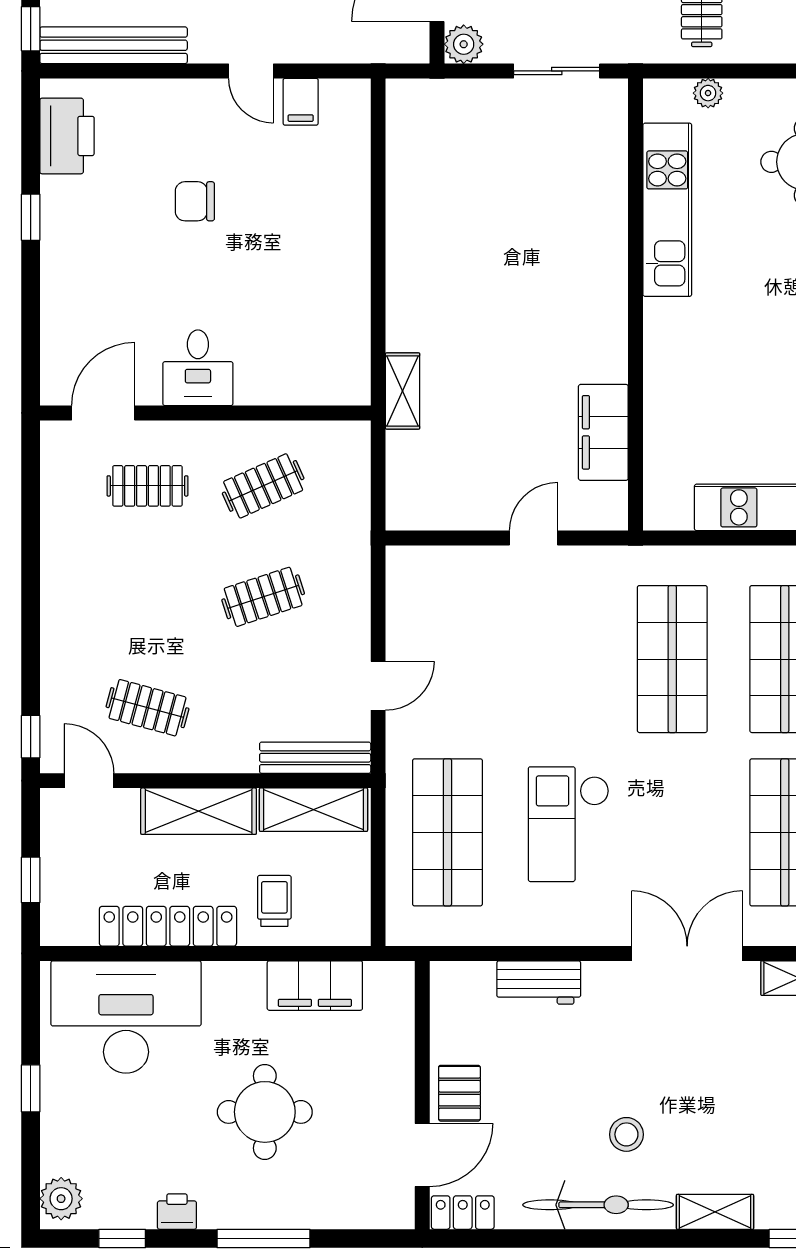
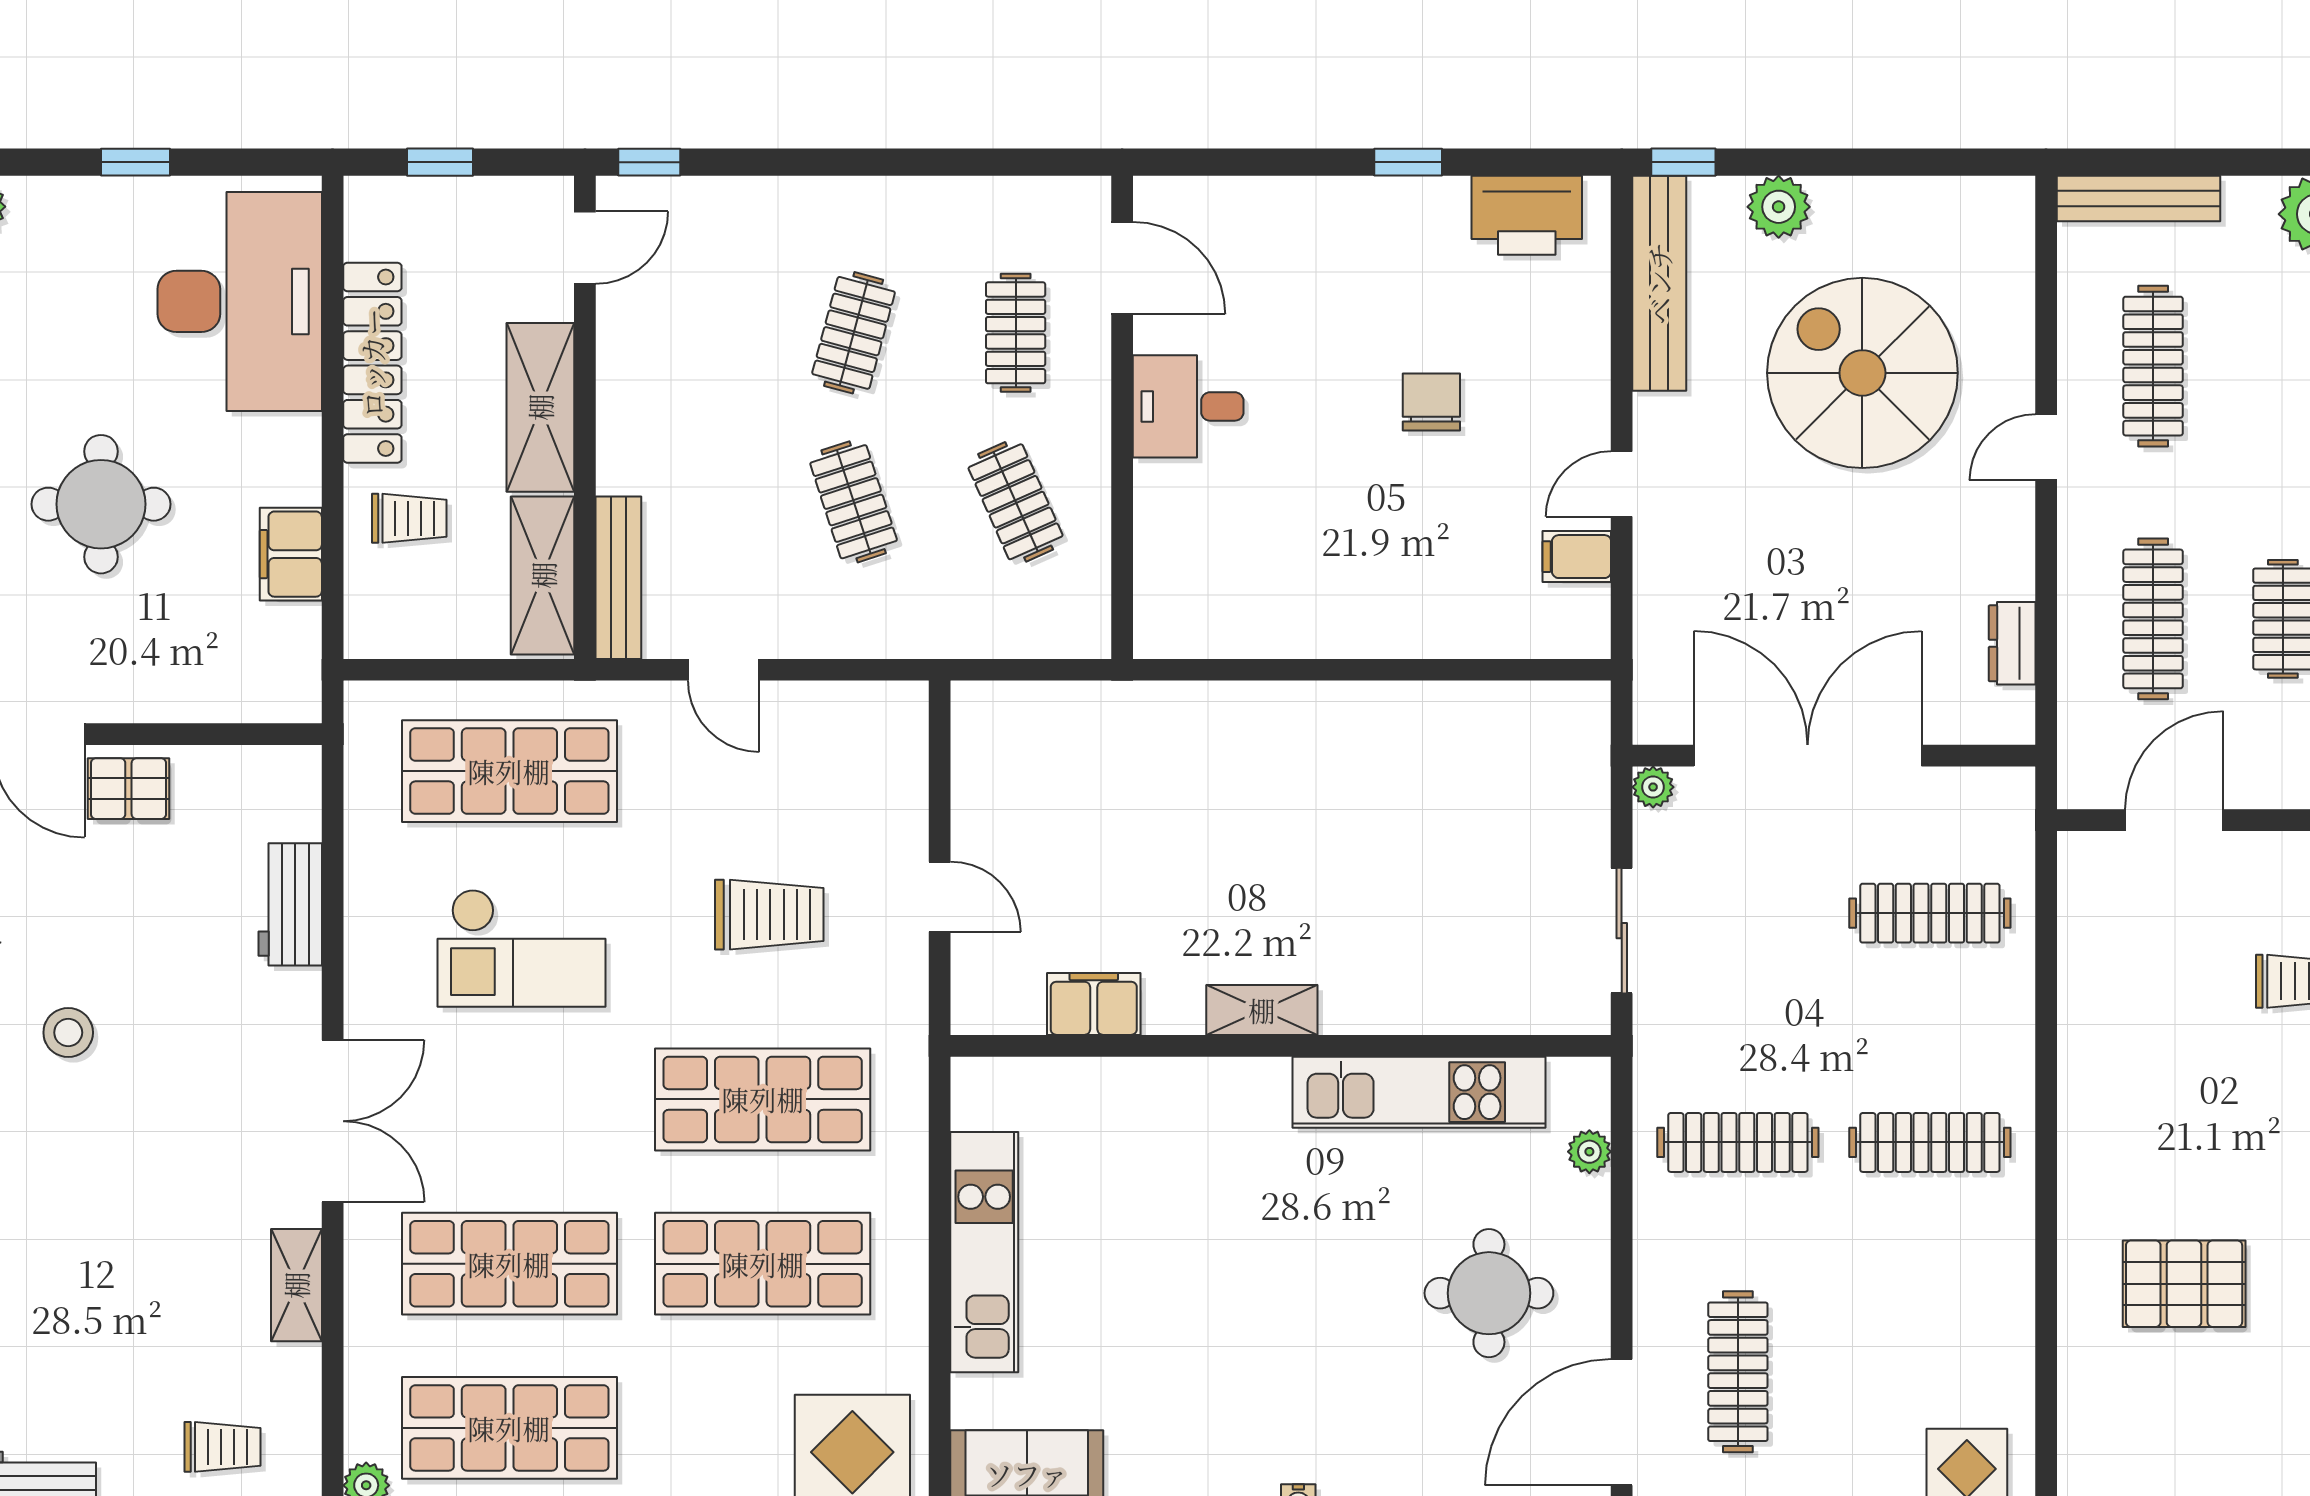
plant: (464, 44) -> (1653, 787), width x0.73, depth x0.73
shelving: (403, 391) -> (1262, 1010), moved
filing cabinet: (603, 432) -> (1094, 1004), width x0.67, depth x0.86
trolley: (546, 655) -> (769, 915), added
clothes rail: (147, 708) -> (854, 333), moved
checkout: (569, 824) -> (521, 948), turned 180
filing cabinet: (315, 986) -> (291, 554), width x0.67, depth x0.86

